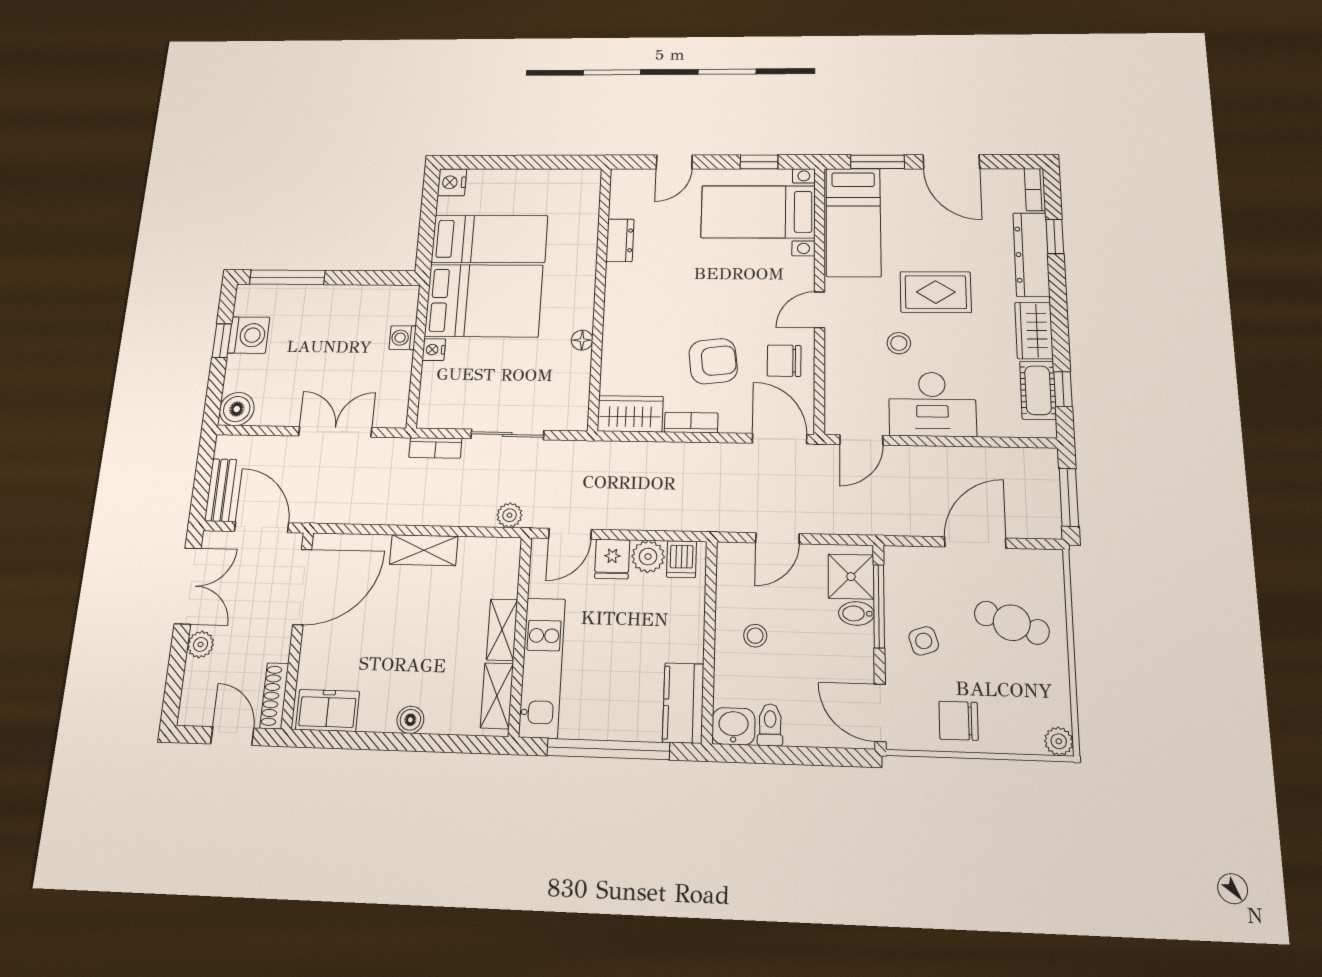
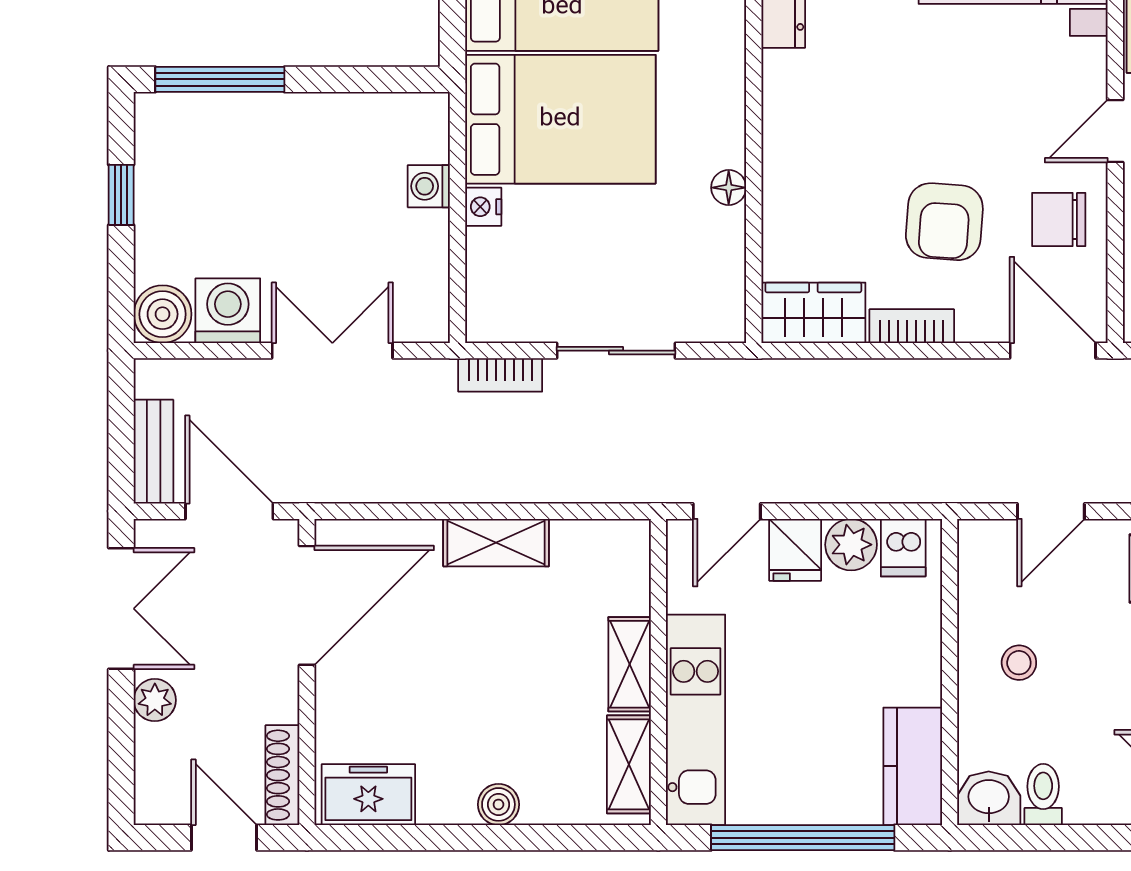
washing machine: (249, 335) -> (228, 311), moved, turned -90
armchair: (713, 361) -> (944, 222), turned 101
plant: (510, 515) -> (629, 483), removed

